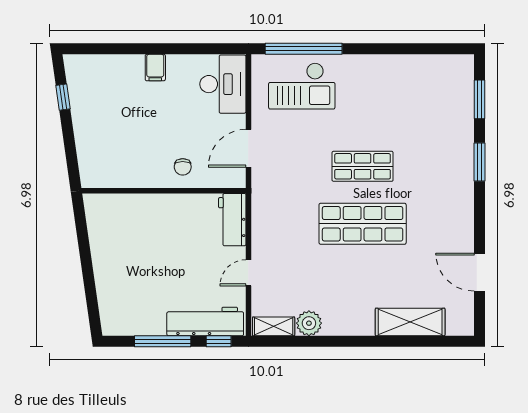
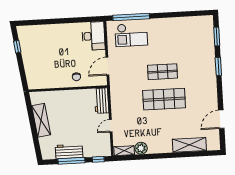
filing cabinet: (155, 68) -> (61, 30), removed
shelving: (104, 253) -> (41, 120), added
door: (479, 272) -> (221, 119), hinge flipped
workbench: (205, 321) -> (69, 151), moved, width x0.73

